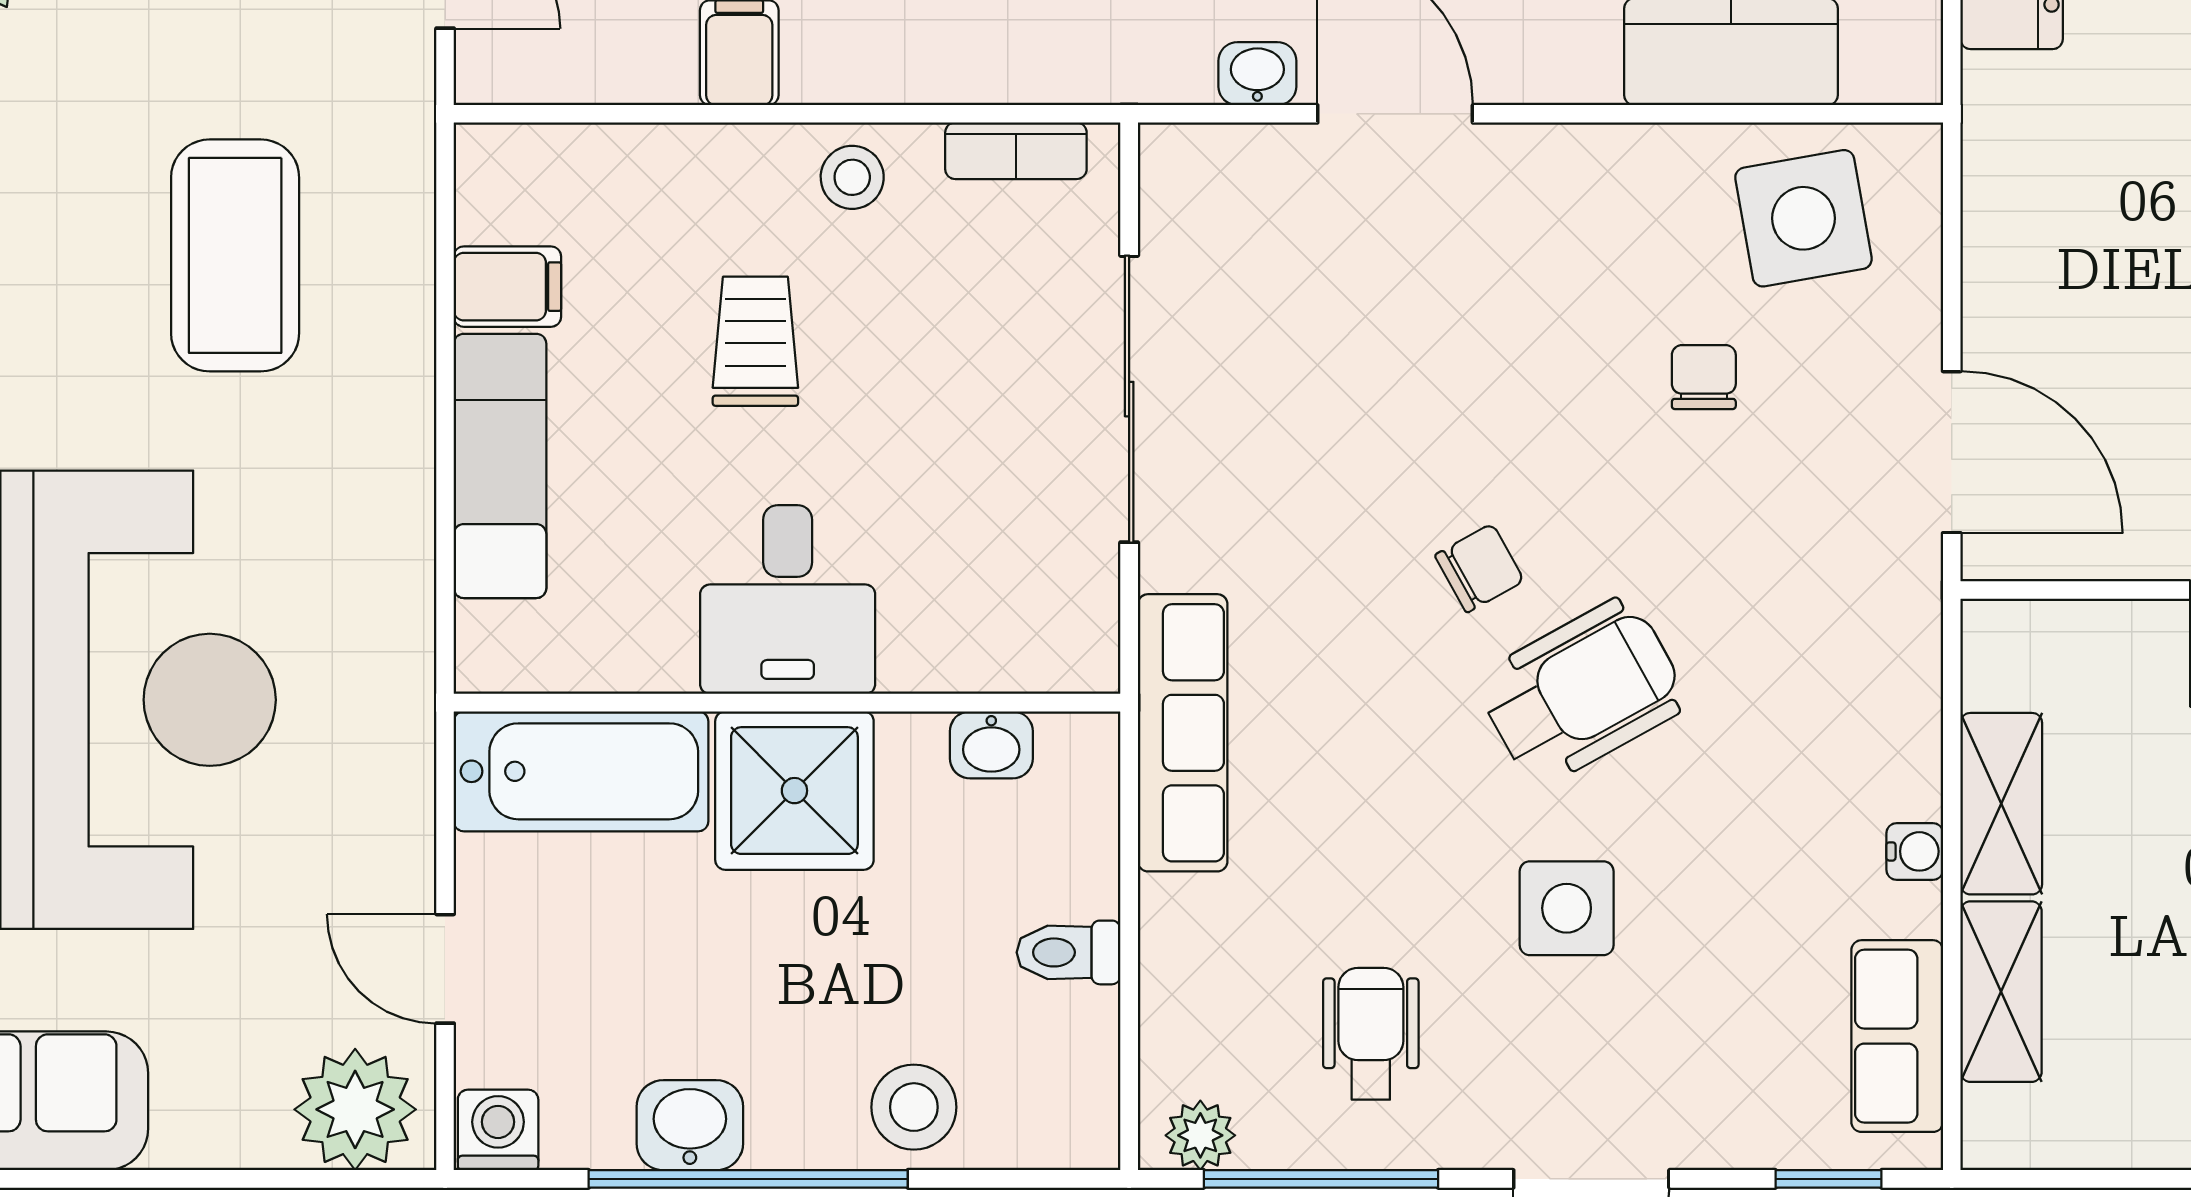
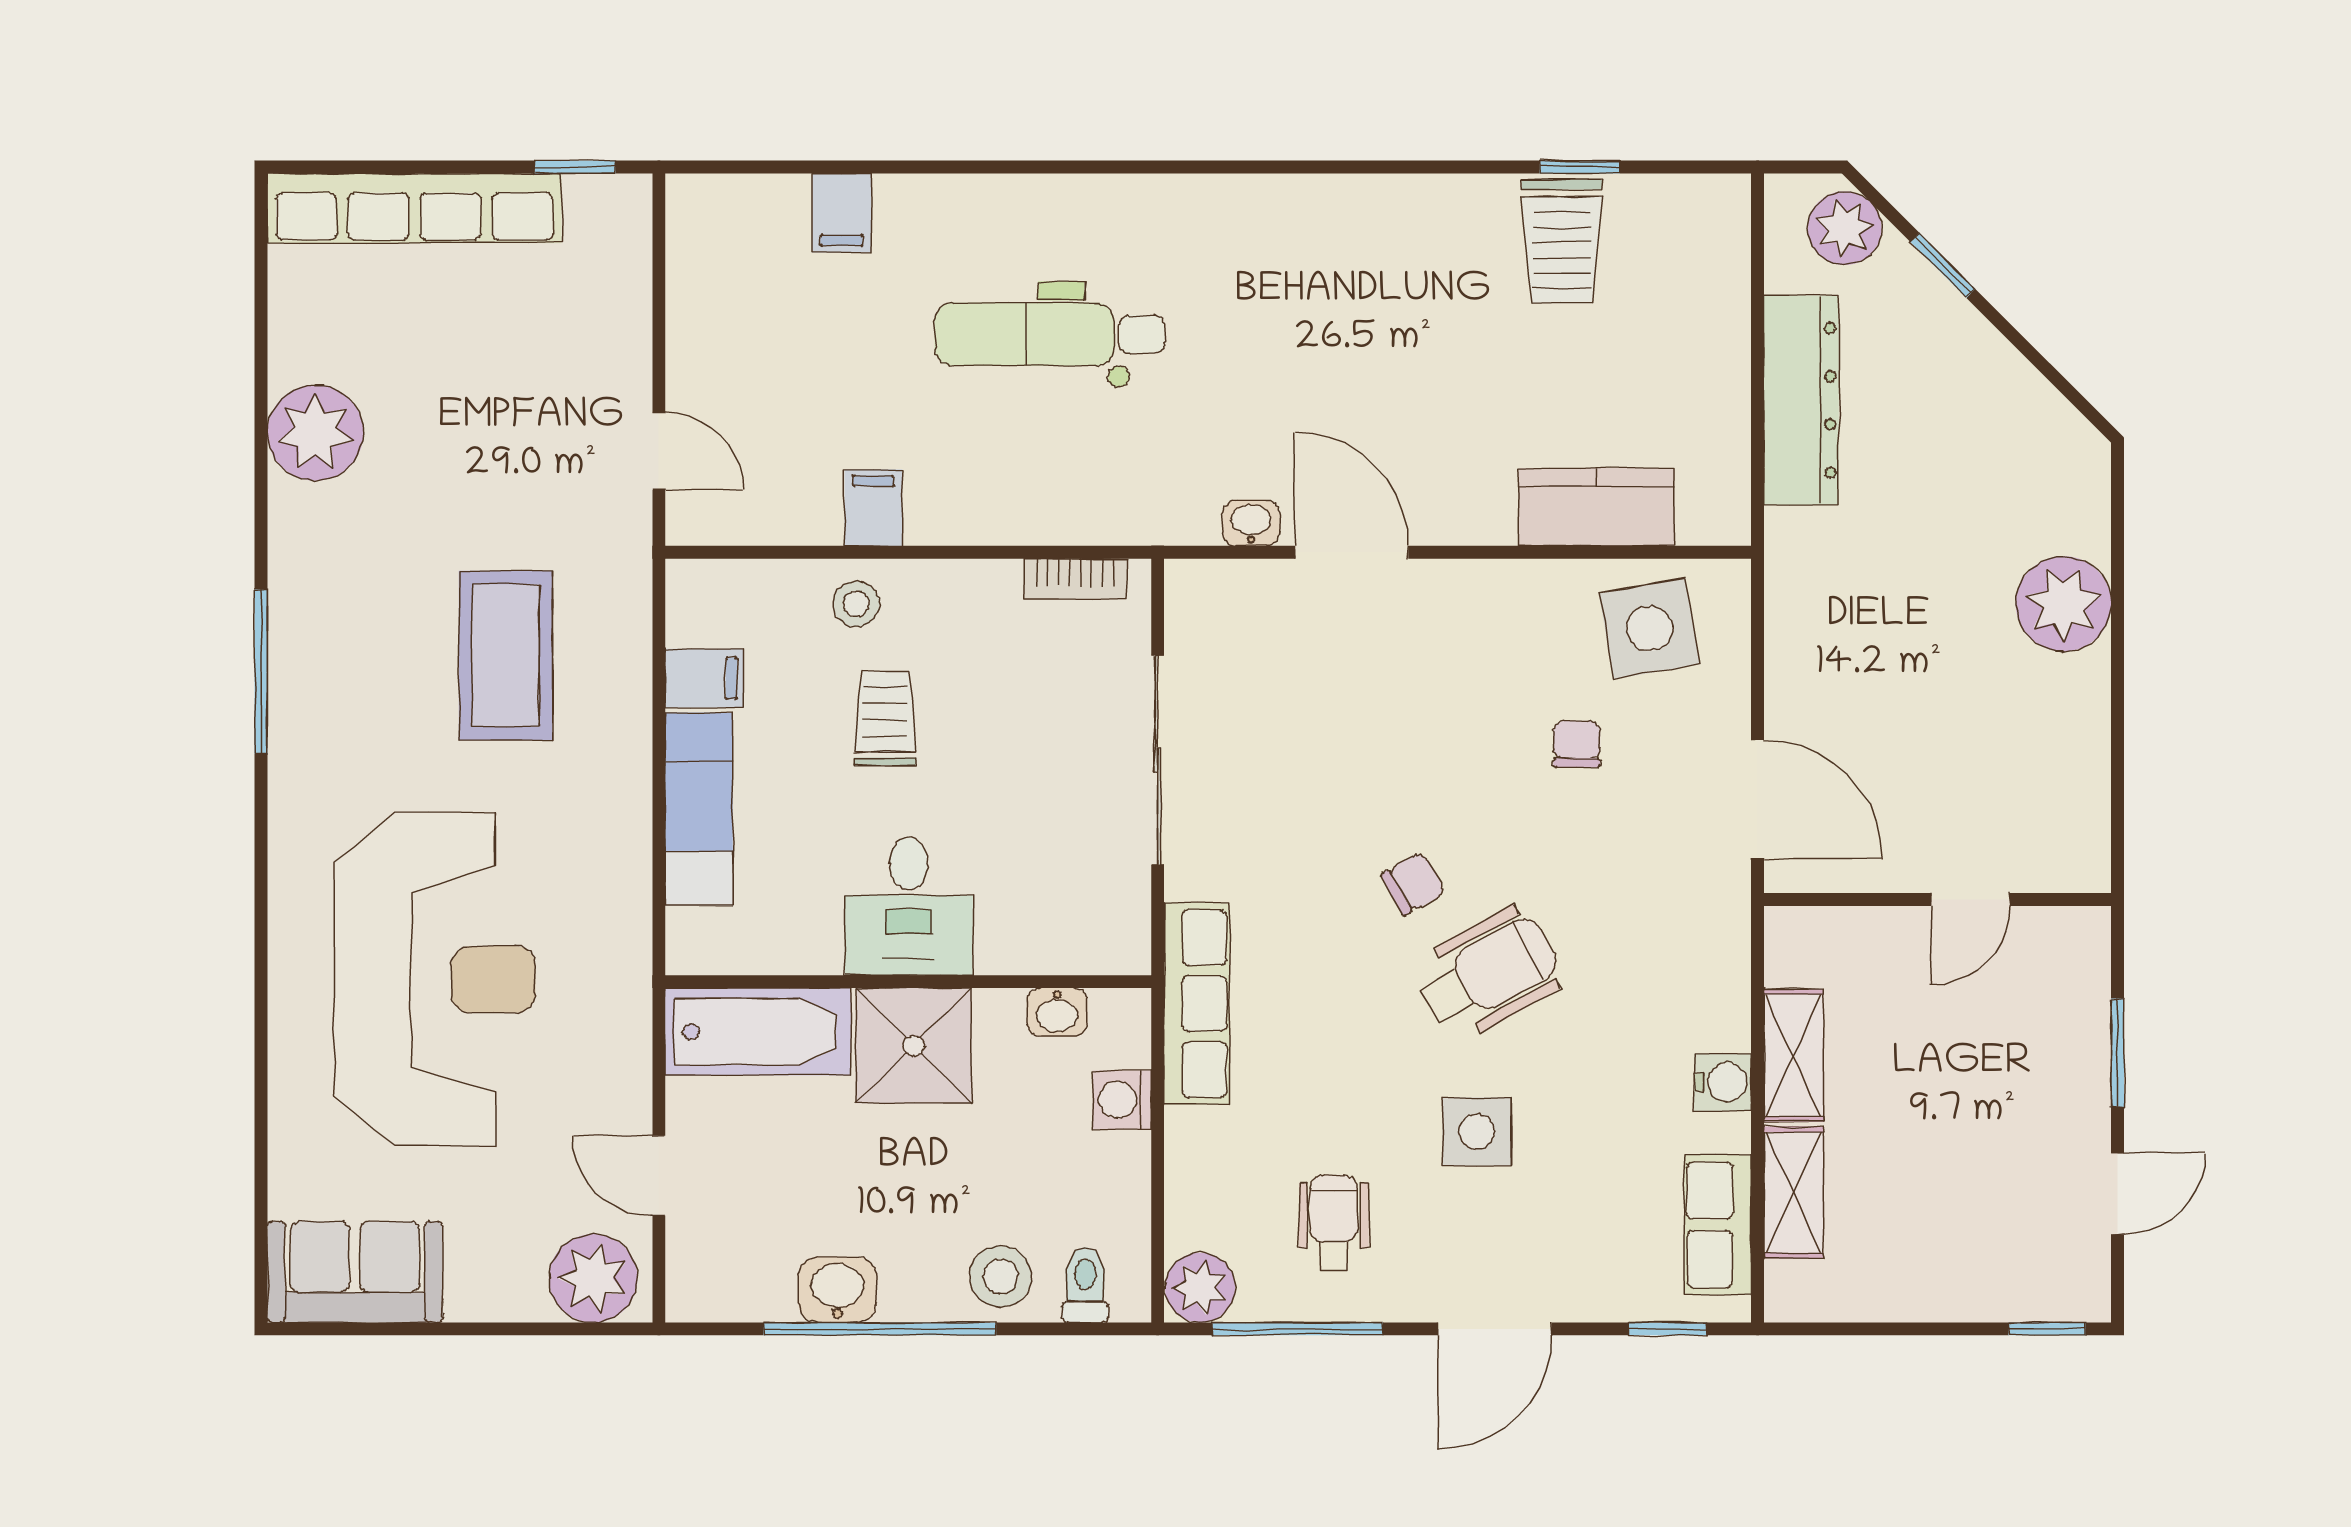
stool: (852, 177) -> (856, 604), moved
water cooler: (1915, 851) -> (1723, 1082), width x1.38, depth x1.38
toilet: (1069, 952) -> (1085, 1285), moved, turned 90
washing machine: (498, 1130) -> (1122, 1100), moved, turned -90
plant: (1200, 1135) -> (1200, 1288), width x1.38, depth x1.38

